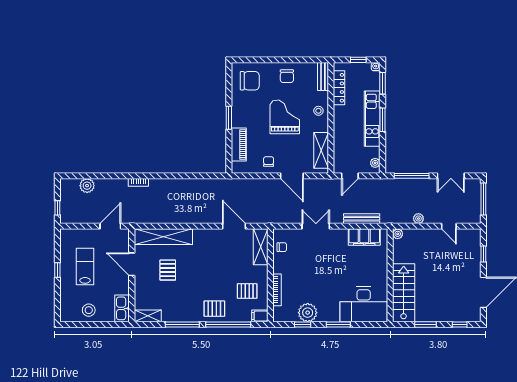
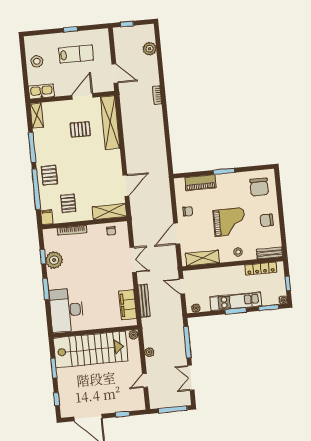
stairs: (404, 293) -> (91, 349), width x1.36, depth x1.51

